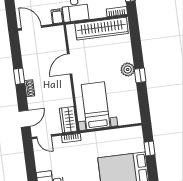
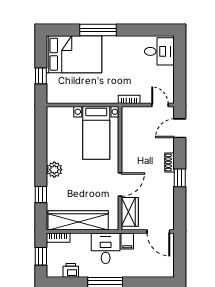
window: (140, 75) -> (41, 195), moved
wardrobe: (68, 120) -> (130, 212), moved

